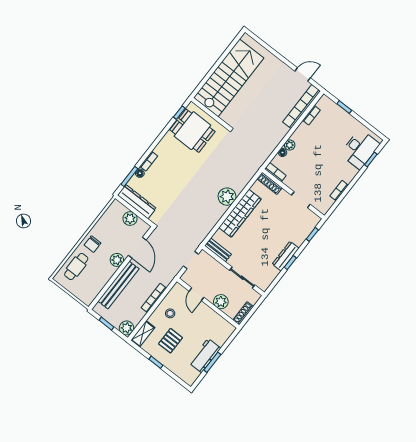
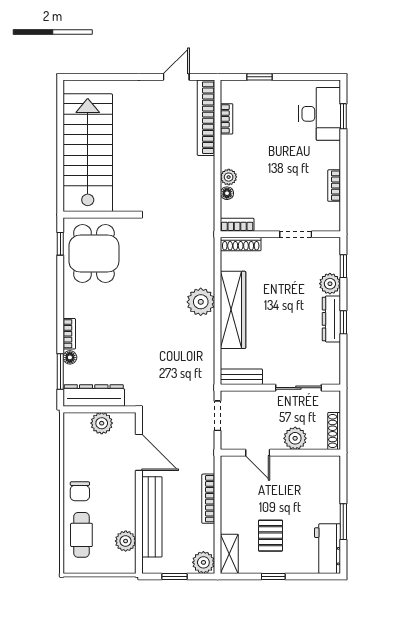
dining table: (192, 131) -> (94, 254), turned 90
plant: (299, 238) -> (330, 284), added
plant: (117, 260) -> (126, 541), moved
stool: (170, 313) -> (243, 502), removed
workbench: (205, 356) -> (328, 549), moved

